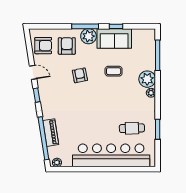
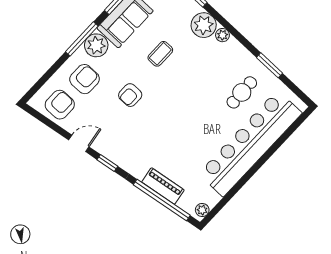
armchair: (67, 46) -> (85, 79), turned 90
armchair: (80, 75) -> (130, 95), turned -79

